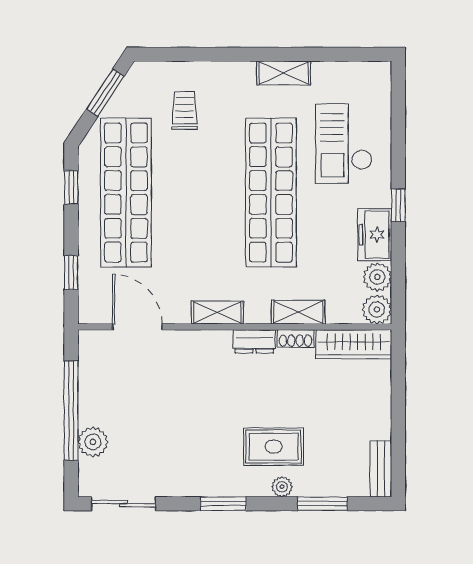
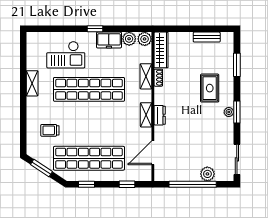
dresser: (254, 341) -> (160, 115), moved
bench: (381, 469) -> (207, 37), moved
plant: (282, 487) -> (229, 112), moved

